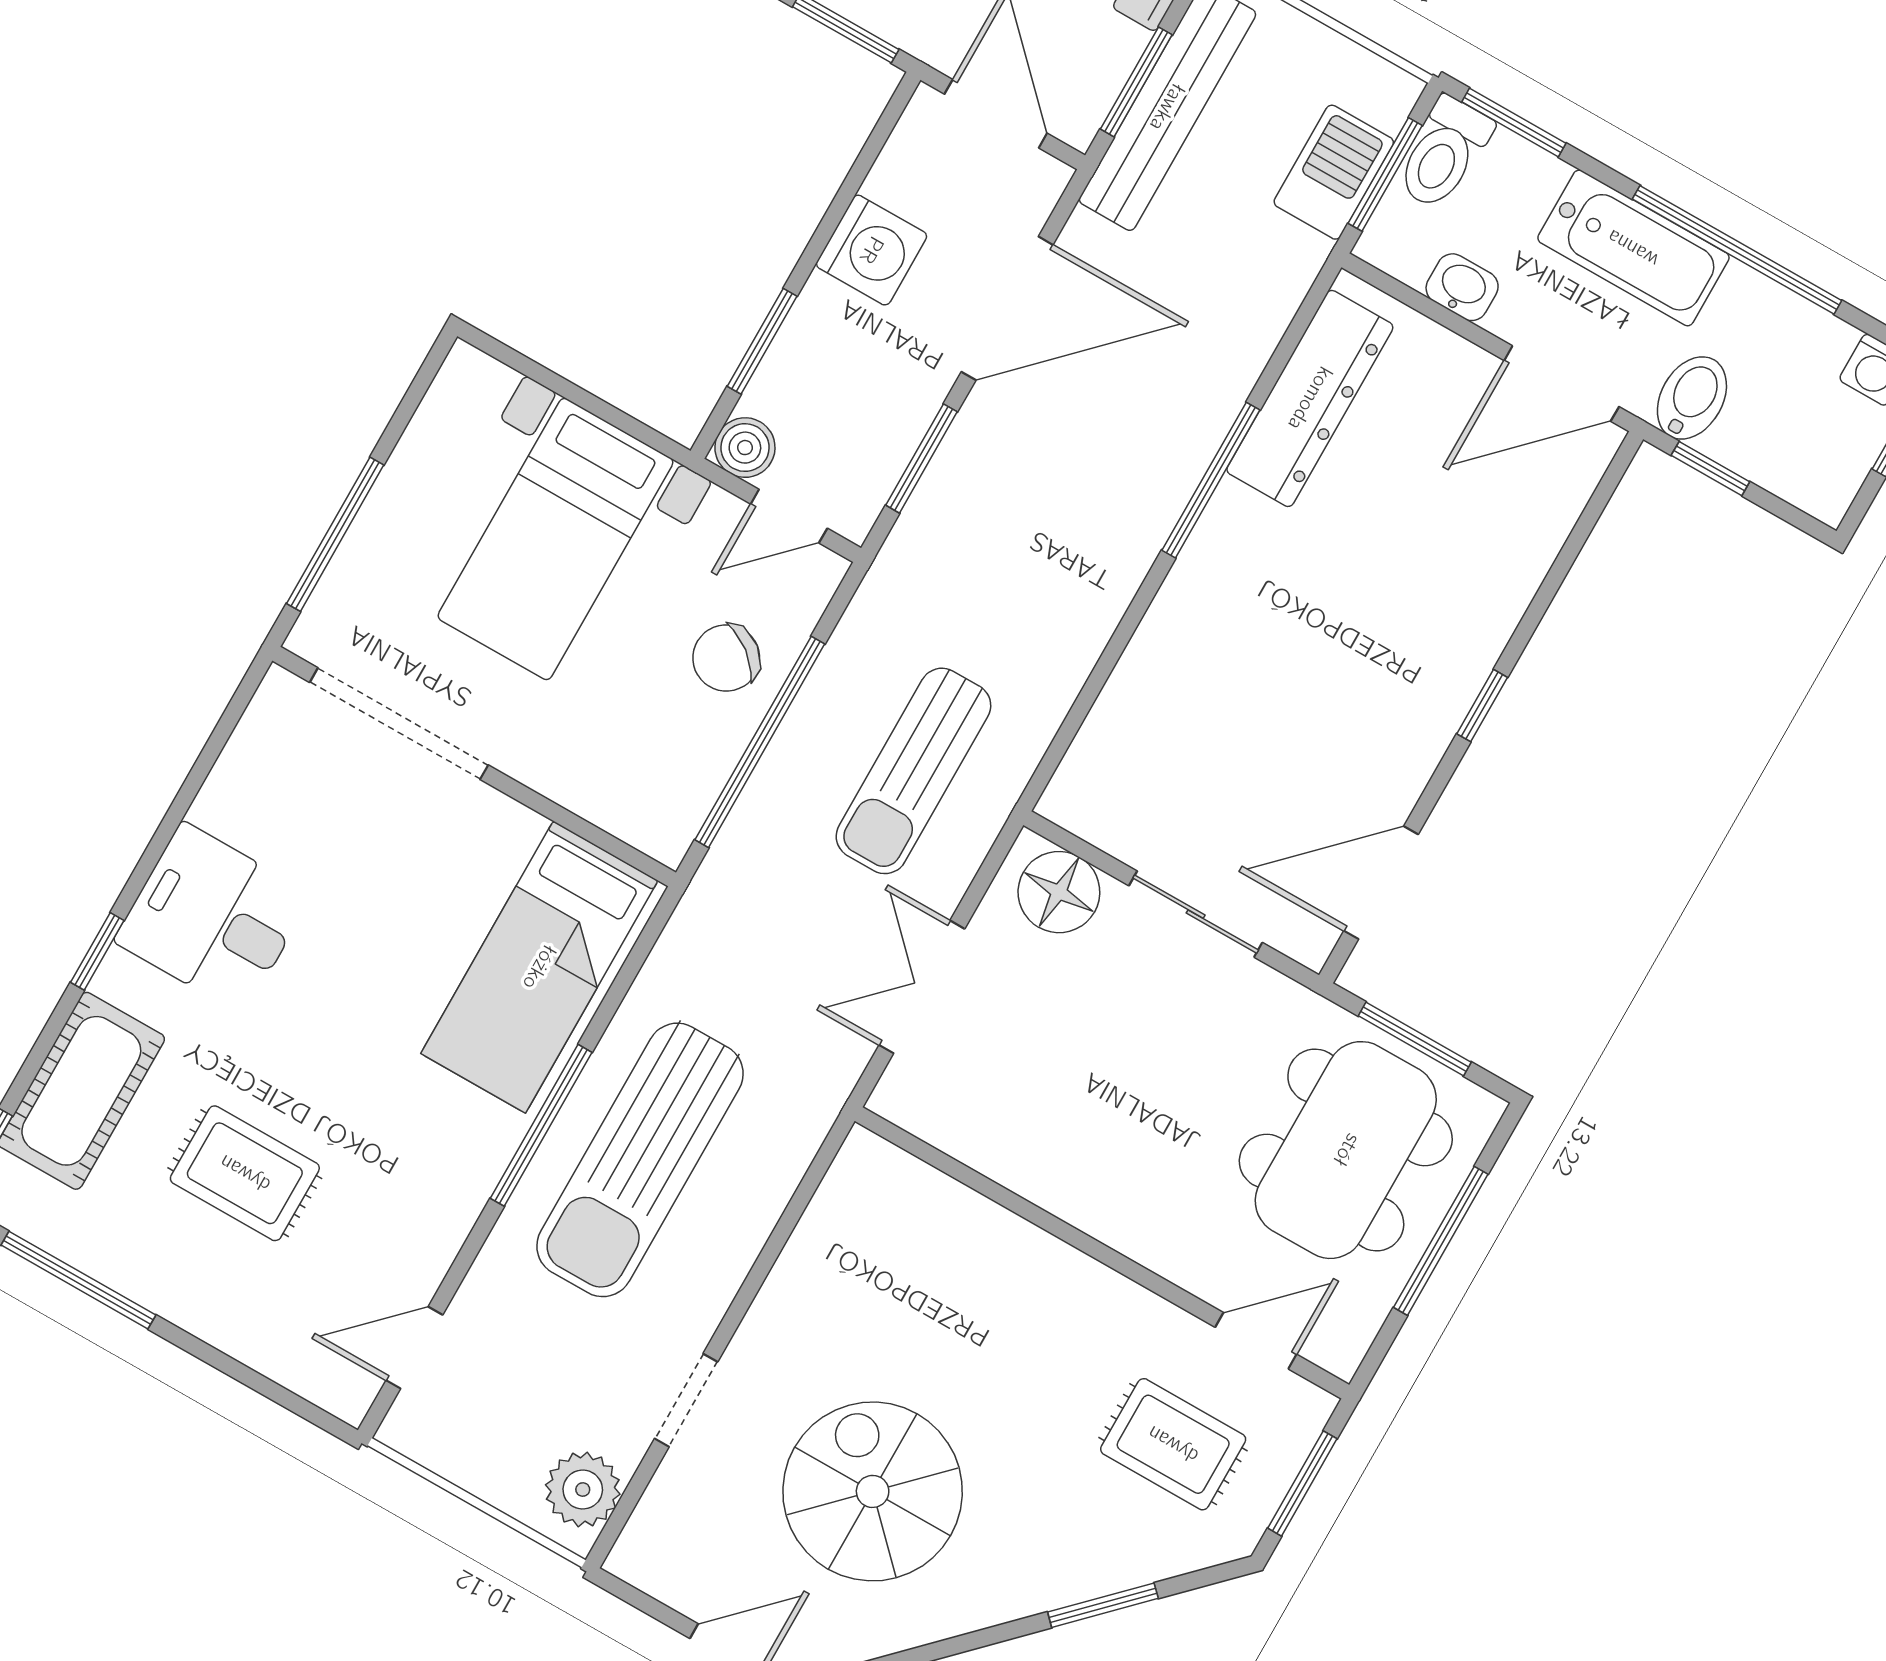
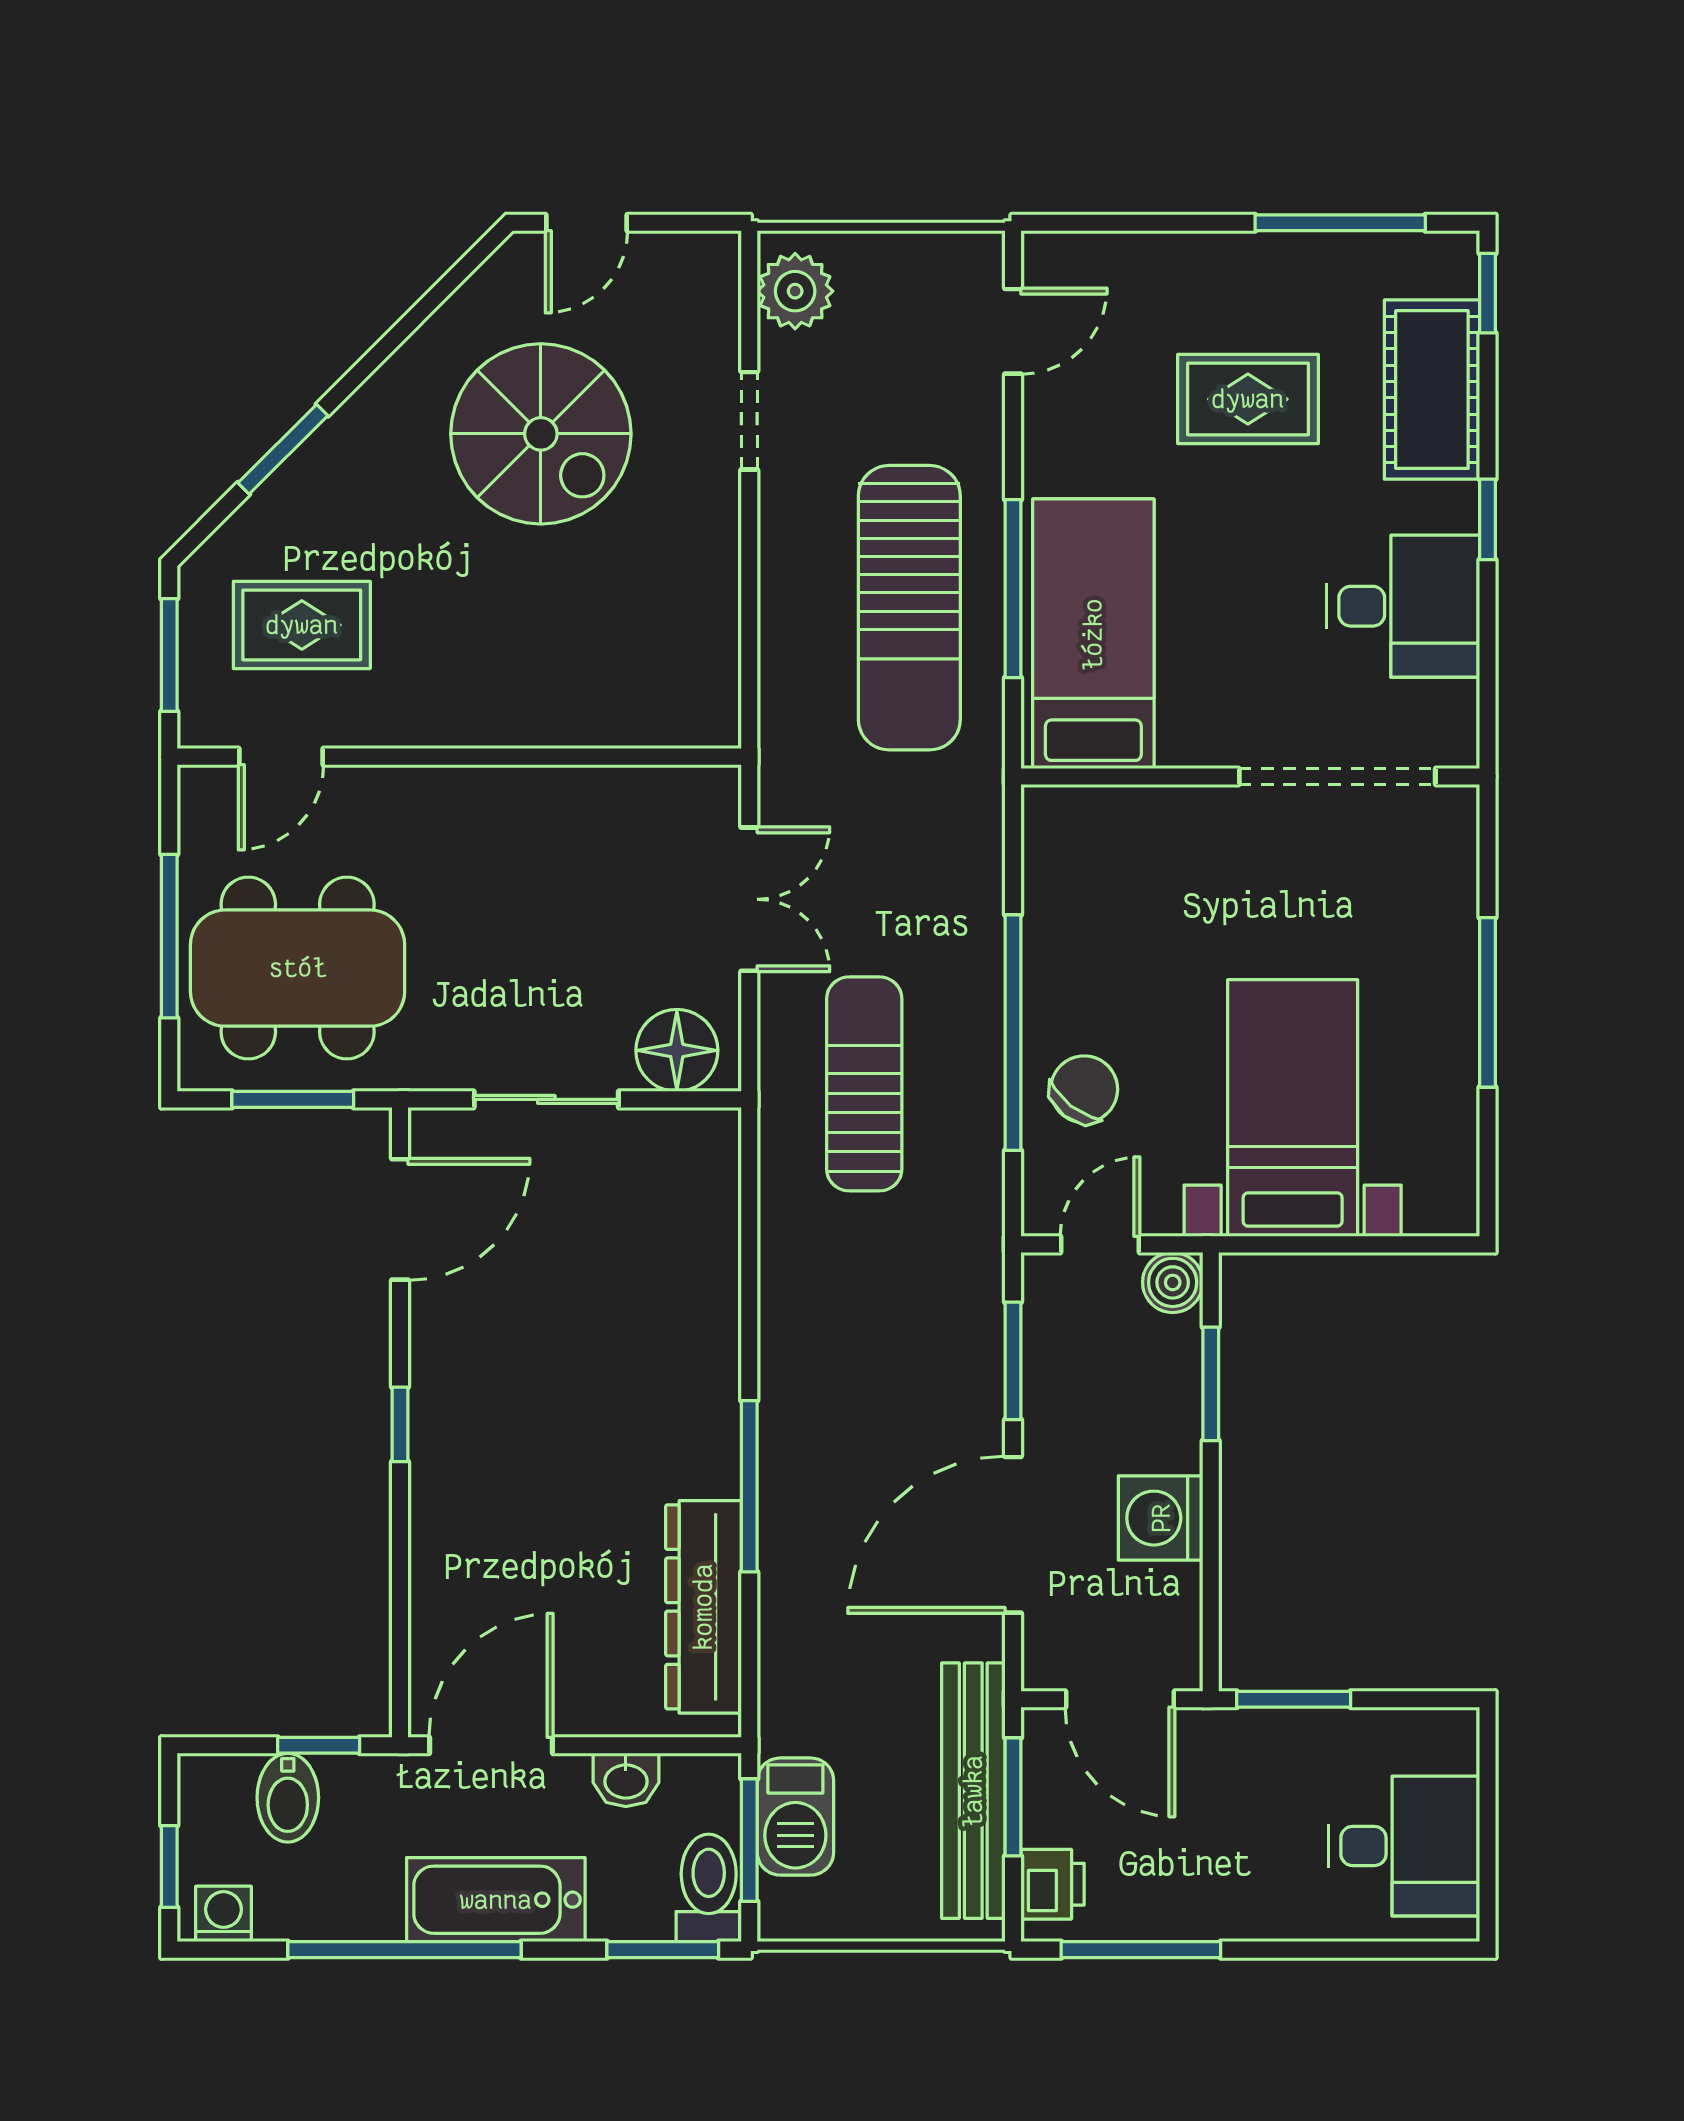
bidet: (1692, 398) -> (288, 1798), moved
doorway: (399, 724) -> (1337, 776), moved
wall: (474, 767) -> (1250, 776), moved
bed: (539, 967) -> (1093, 634), moved
dining table: (1346, 1150) -> (298, 968), turned 90
sun lounger: (640, 1160) -> (909, 608), turned 180

